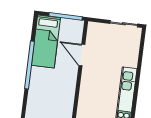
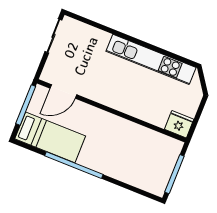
door: (82, 55) -> (63, 91), moved

